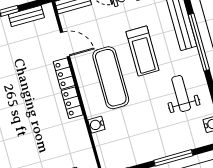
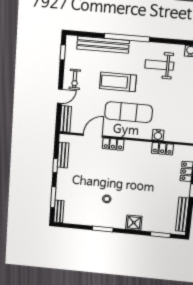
treadmill: (143, 51) -> (118, 82), turned 180
locker: (72, 103) -> (162, 149), moved

